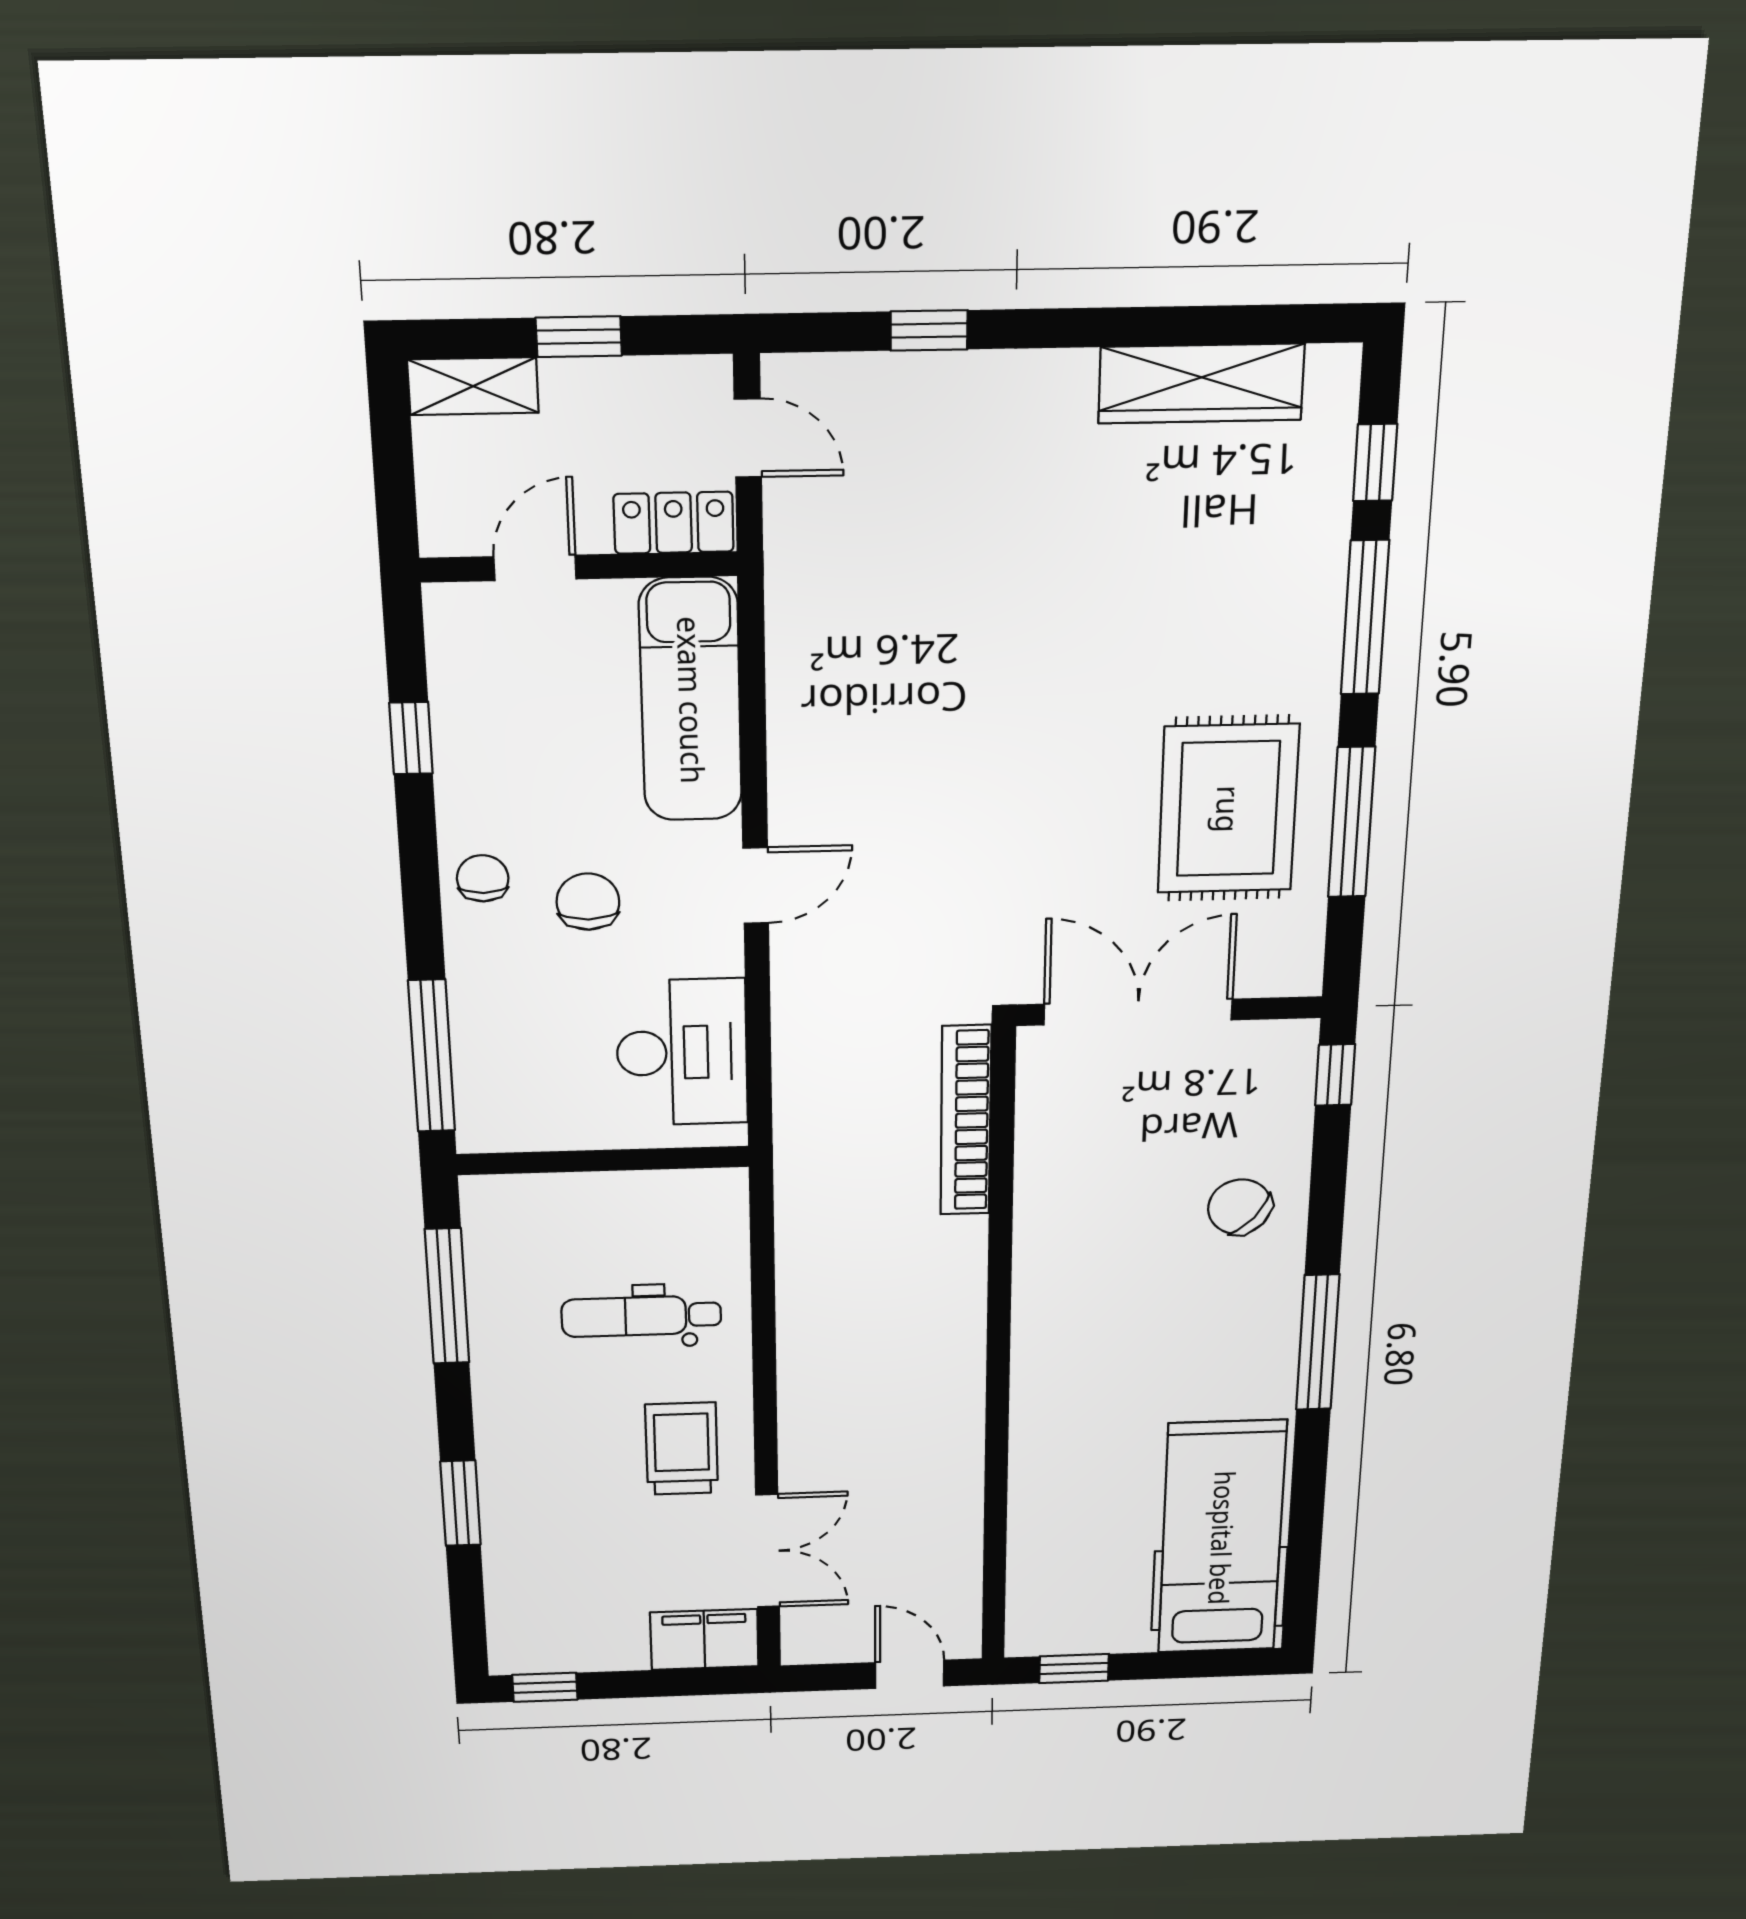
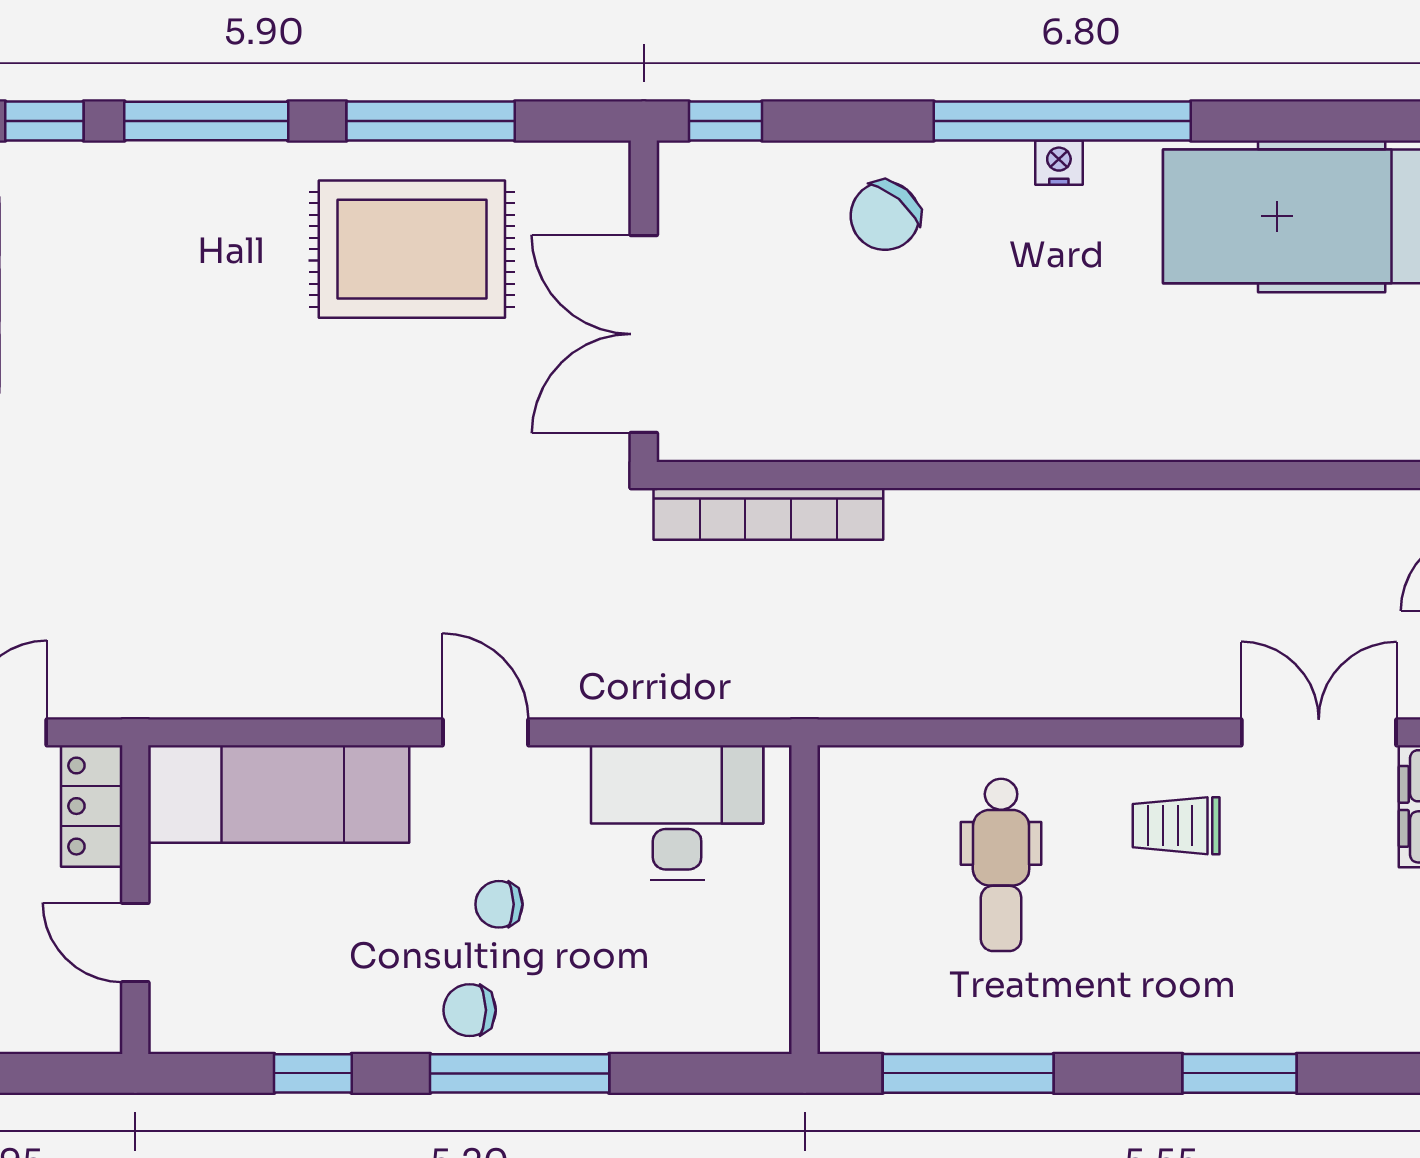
chair: (588, 902) -> (499, 904), width x0.73, depth x0.73
window: (432, 1056) -> (520, 1073), moved
nightstand: (1280, 1341) -> (1059, 163), added
window: (1318, 1342) -> (1062, 121), width x1.46
trolley: (682, 1449) -> (1176, 826), width x0.73, depth x0.72

